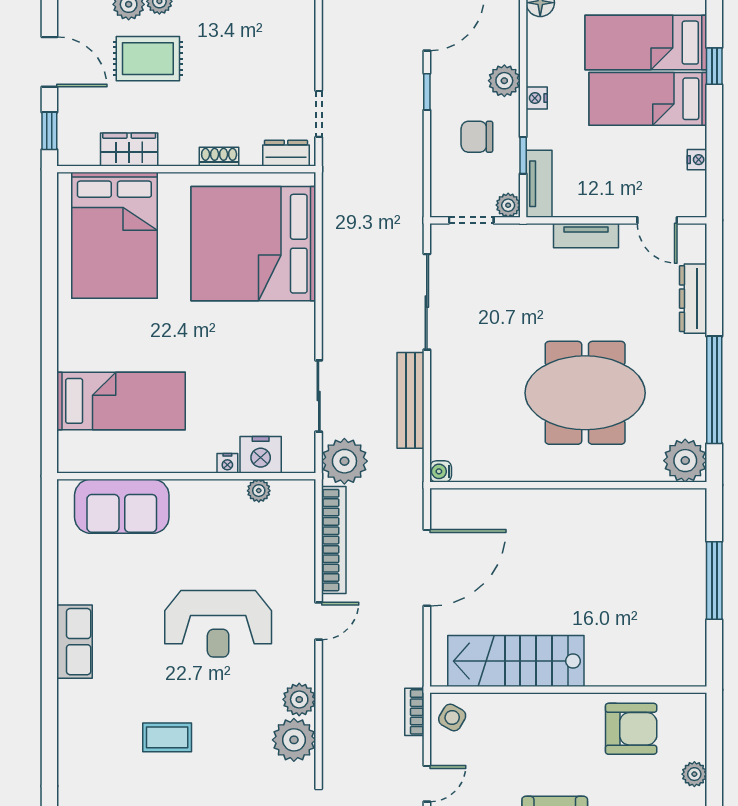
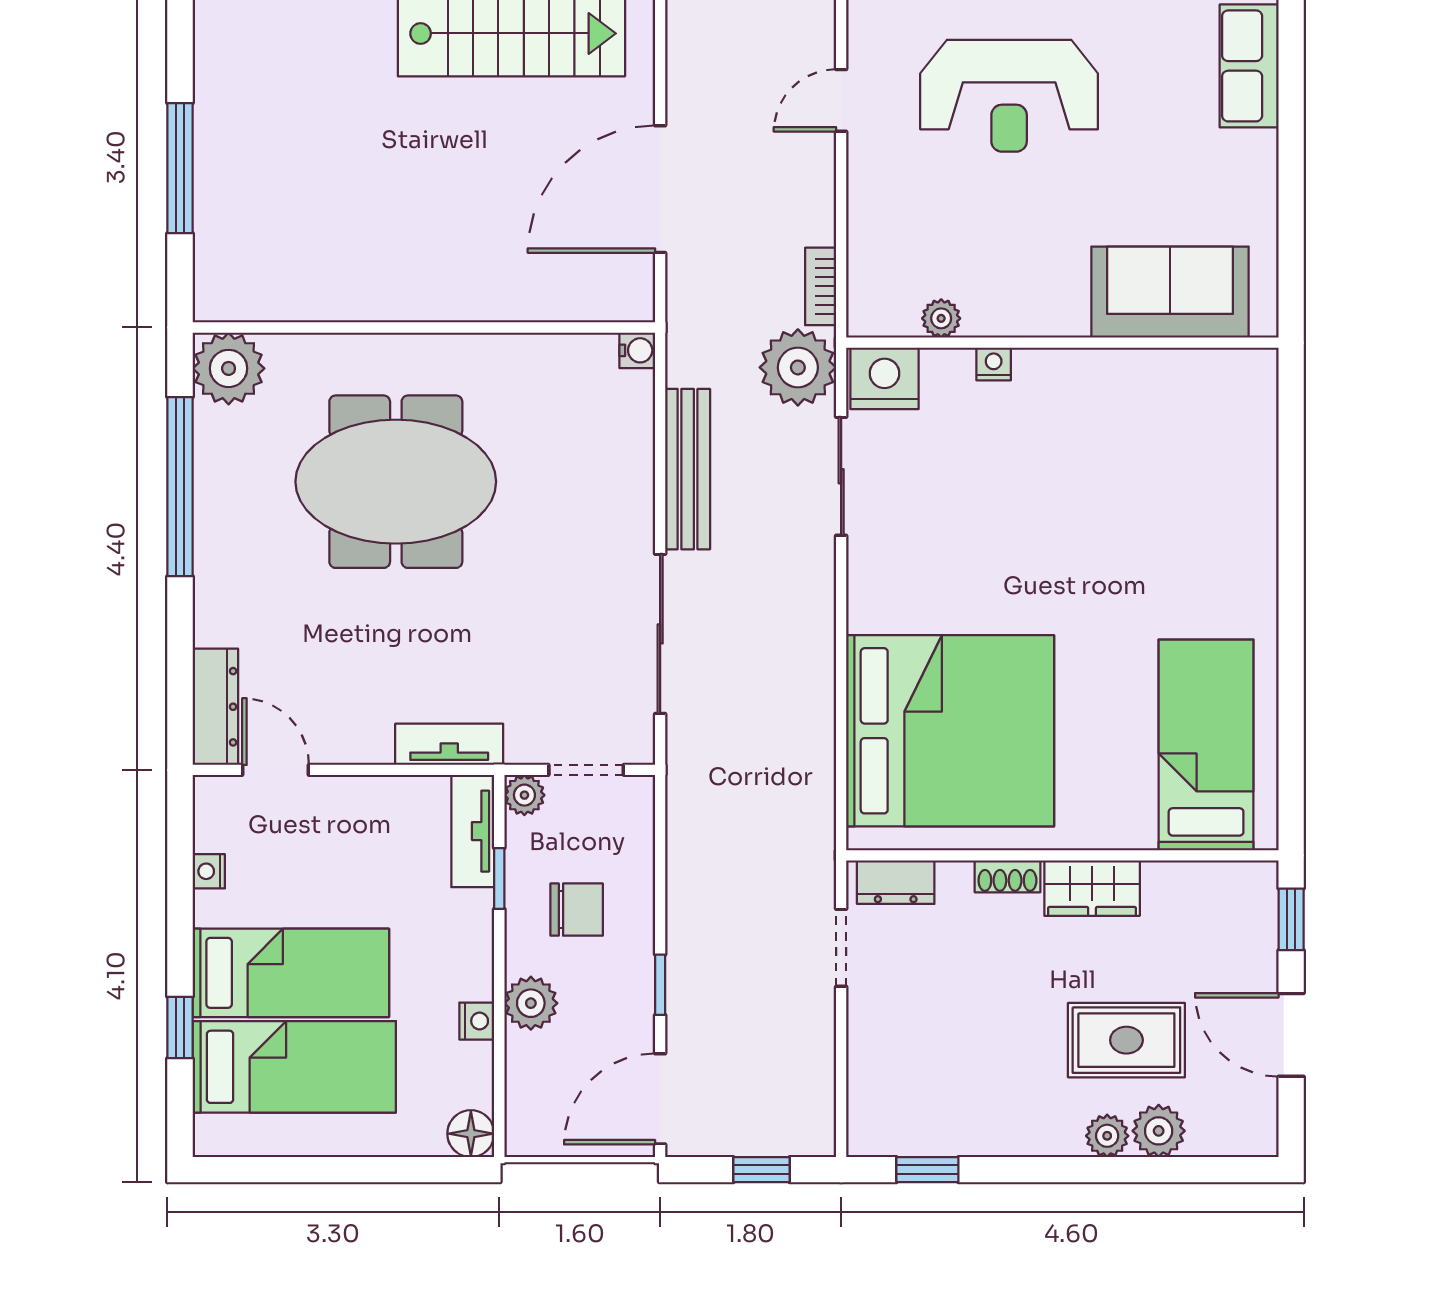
nightstand: (537, 98) -> (477, 1021), moved
wardrobe: (129, 150) -> (1092, 888), moved
bed: (114, 235) -> (1206, 745), width x0.67
tv unit: (586, 236) -> (449, 744), moved
dresser: (693, 299) -> (215, 707), moved
bed: (121, 401) -> (1171, 468), removed
nightstand: (261, 455) -> (884, 378), moved
bookcase: (334, 540) -> (821, 286), width x0.43, depth x0.76
reception desk: (218, 624) -> (1009, 96), turned 180

